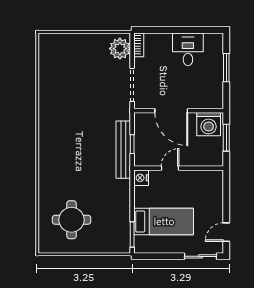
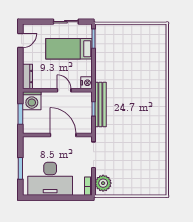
desk: (188, 49) -> (50, 179), width x1.87, depth x1.30
washing machine: (209, 124) -> (32, 101), moved, turned 180
door: (170, 168) -> (64, 90), swing flipped
dresser: (217, 186) -> (27, 77), added
round table: (72, 220) -> (141, 50), removed
sliding door: (201, 256) -> (66, 22), moved

